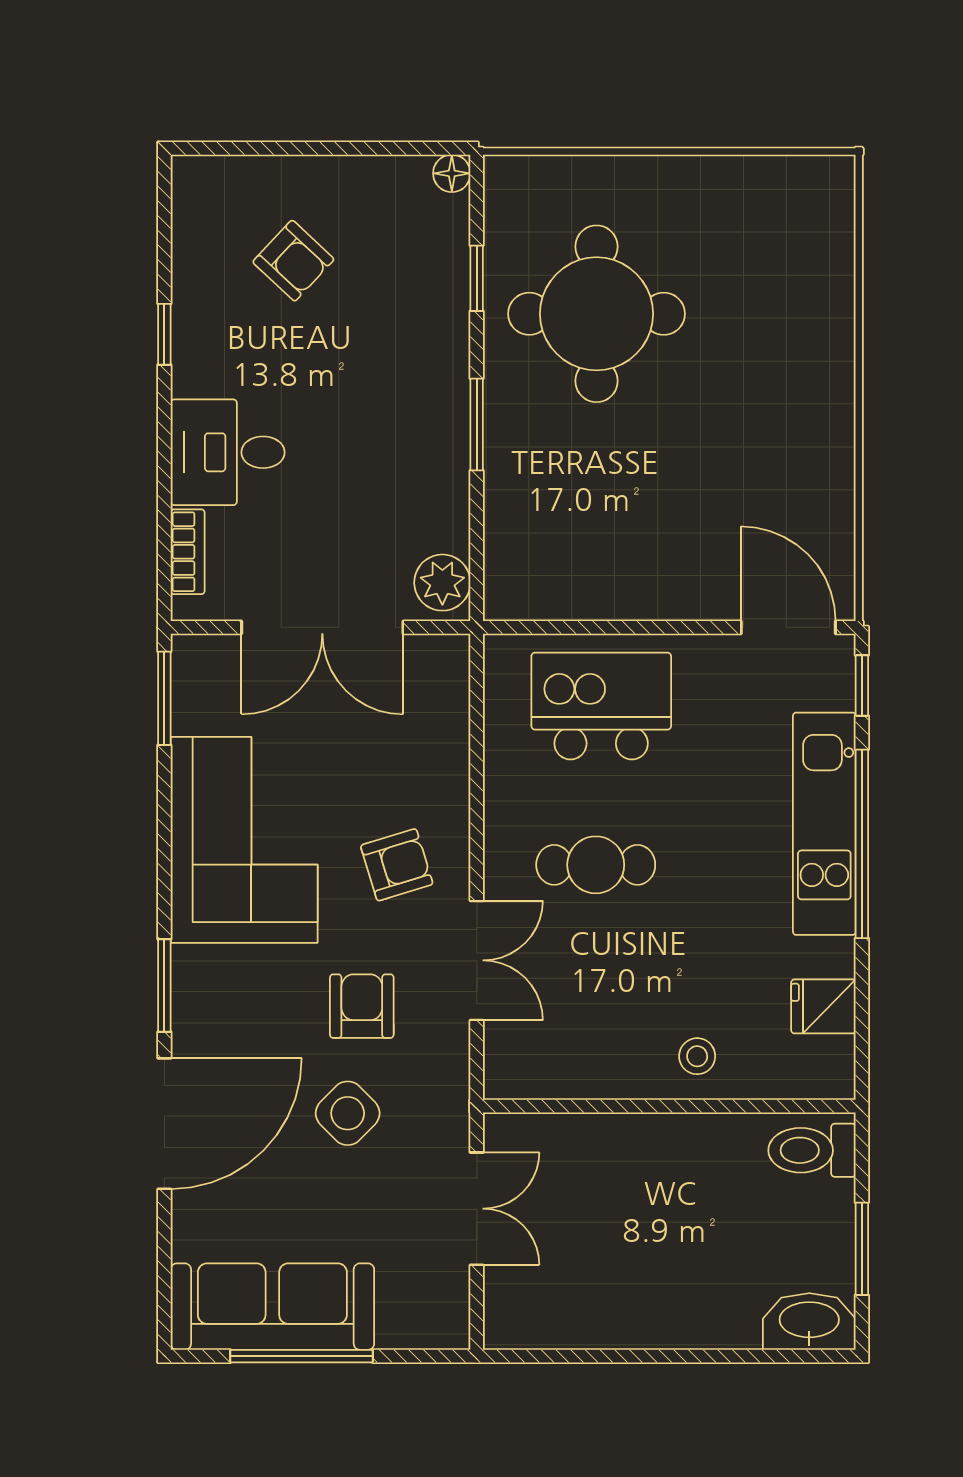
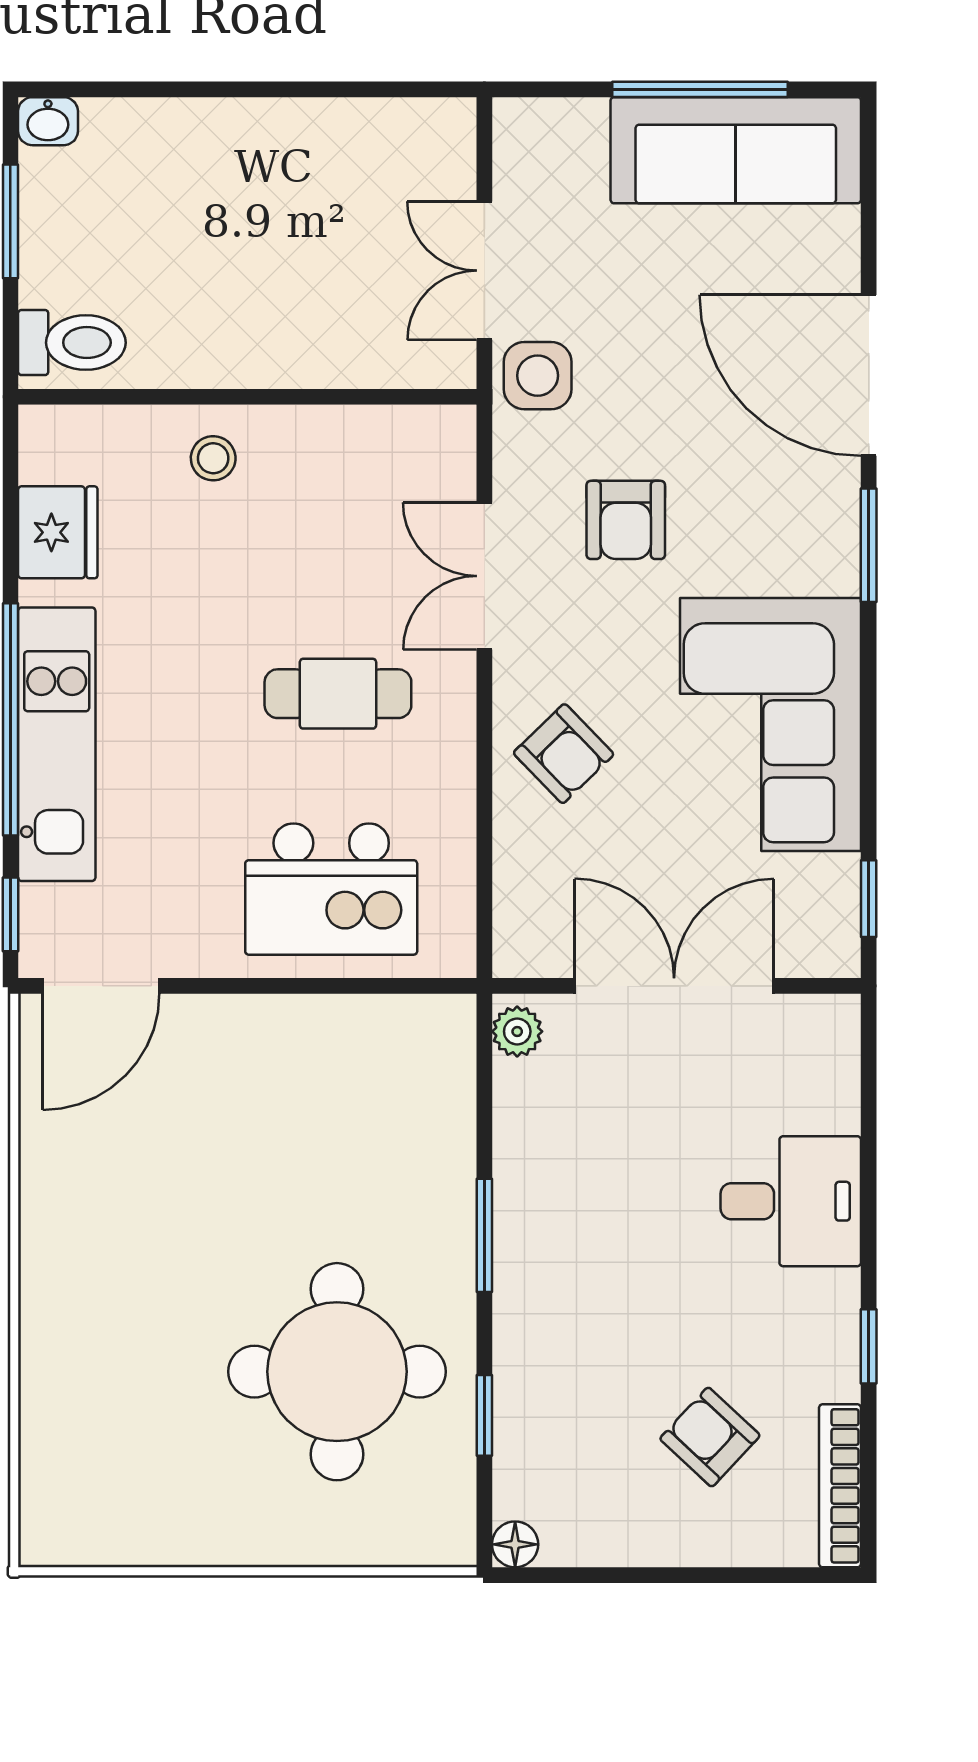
bookcase: (188, 552) -> (840, 1486), moved, width x1.56
plant: (442, 583) -> (517, 1031), width x0.73, depth x0.73
door: (788, 627) -> (101, 986), hinge flipped
window: (164, 698) -> (869, 899), width x0.67
armchair: (397, 865) -> (564, 754), moved, turned -117
fridge: (823, 1006) -> (58, 532), width x1.38
side table: (348, 1113) -> (538, 376), moved, turned 45
door: (164, 1124) -> (869, 375), hinge flipped
washbasin: (809, 1321) -> (48, 121), width x0.52, depth x0.69

